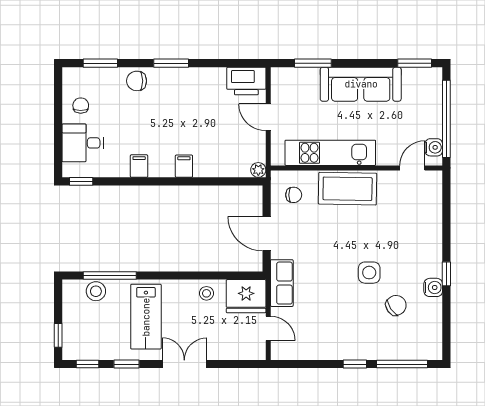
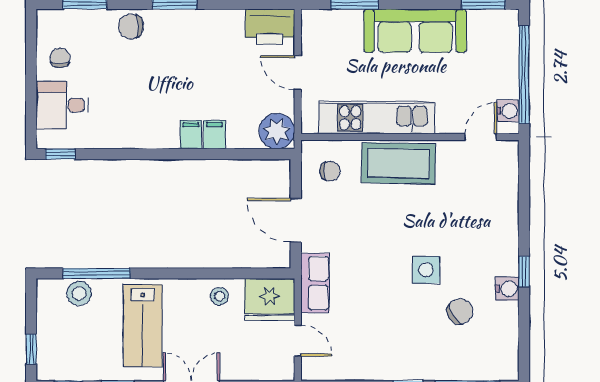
filing cabinet: (139, 166) -> (214, 135), moved
plant: (258, 170) -> (277, 131), width x1.88, depth x1.88

